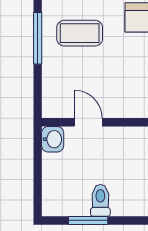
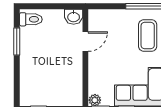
toilet: (100, 200) -> (31, 19), moved

